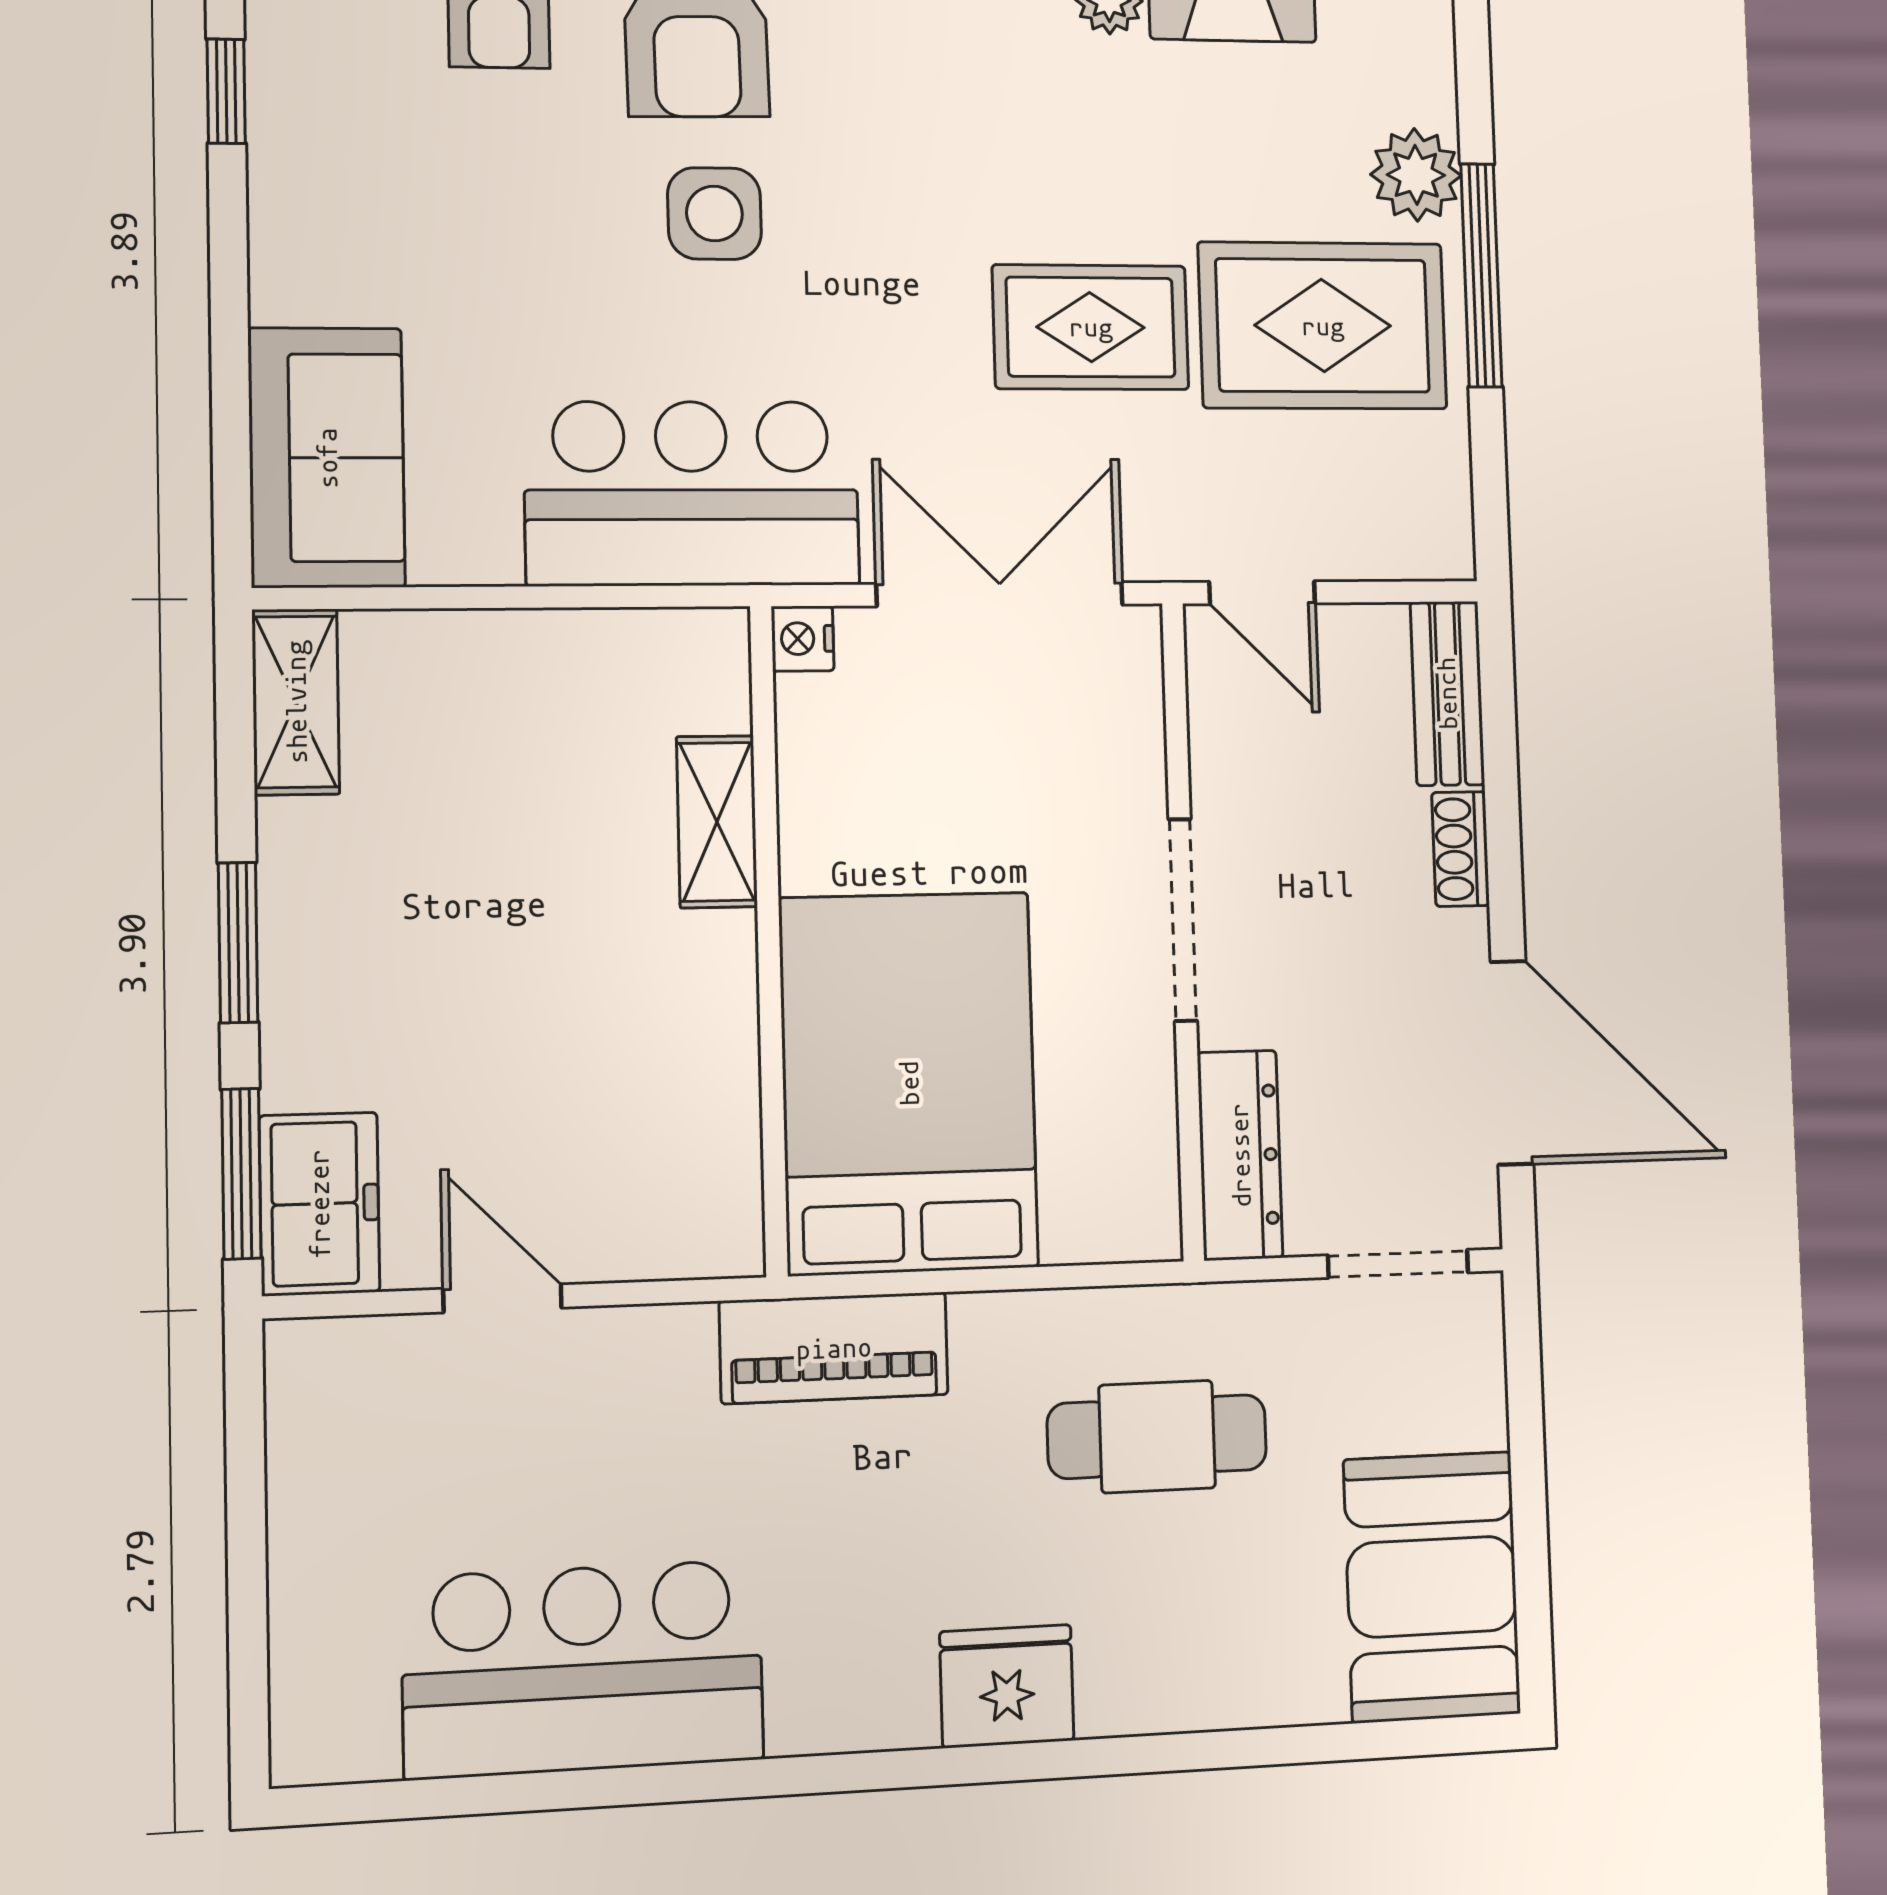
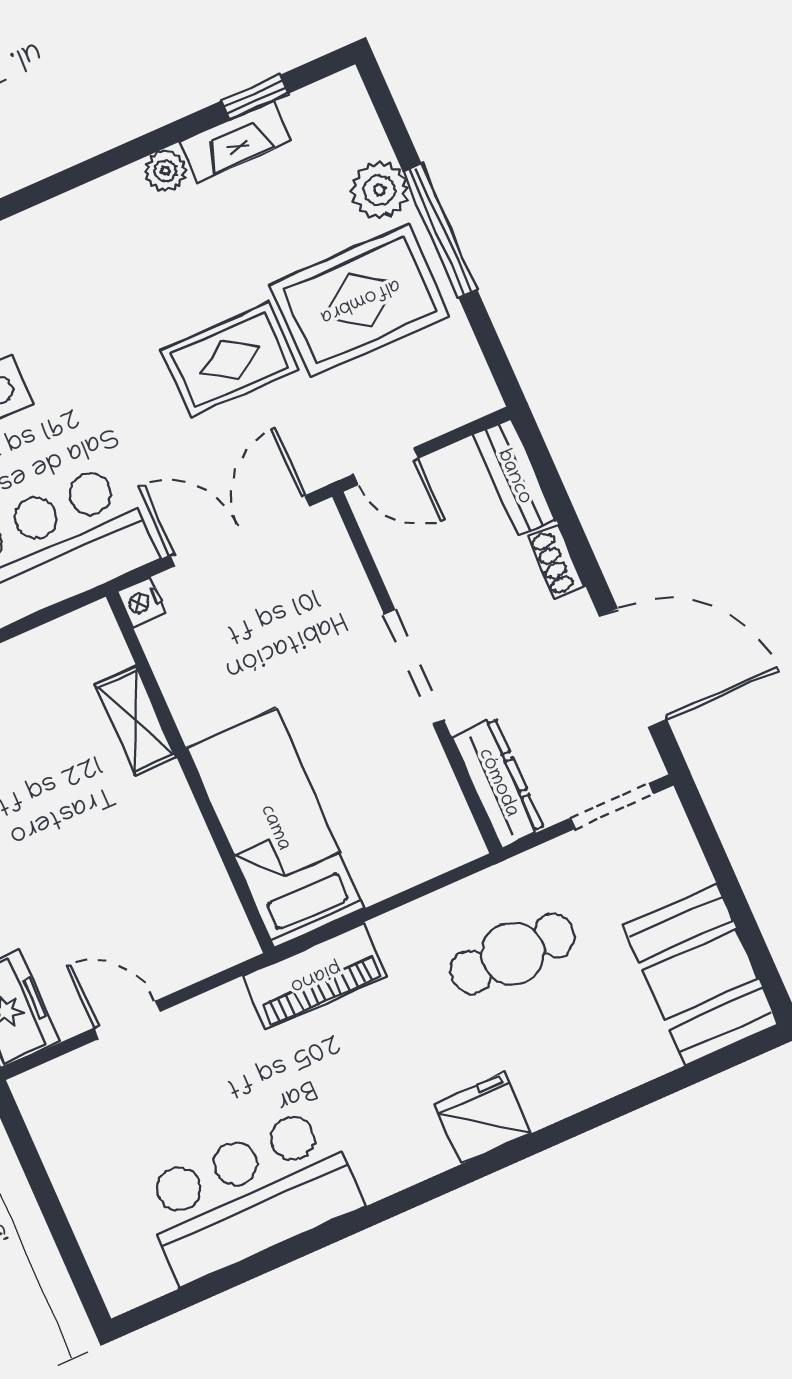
bed: (909, 1083) -> (275, 828), width x0.67

